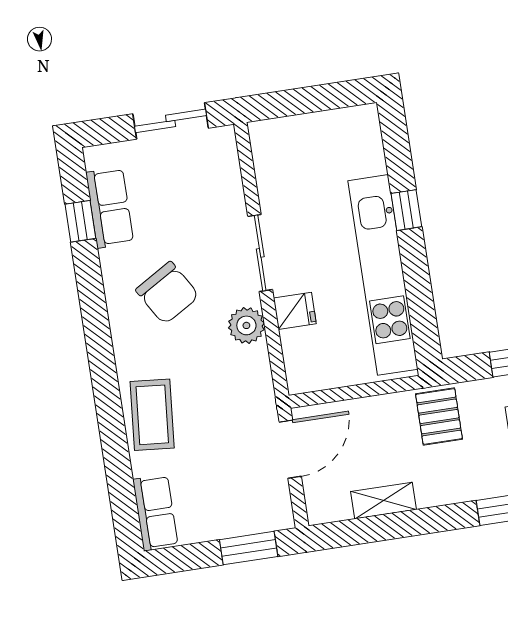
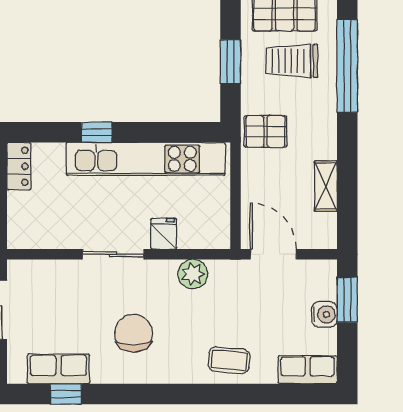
locker: (350, 121) -> (19, 166), added
chair: (167, 293) -> (134, 333), turned -59
plant: (246, 325) -> (193, 274), moved
coffee table: (152, 415) -> (229, 360), width x0.73, depth x0.77
water cooler: (226, 523) -> (324, 314), added

